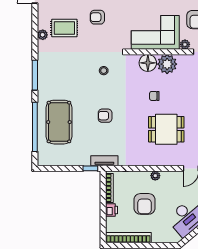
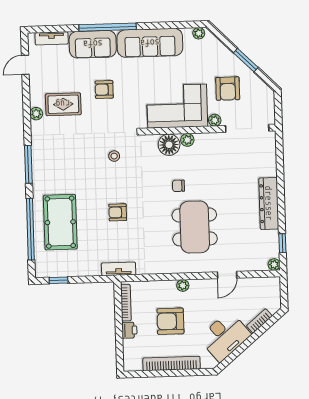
plant: (167, 64) -> (187, 140), width x0.53, depth x0.53
dining table: (166, 129) -> (195, 227), width x1.38
window: (90, 168) -> (59, 280), moved
armchair: (144, 204) -> (170, 321), turned 90
bookcase: (128, 238) -> (172, 363), moved

